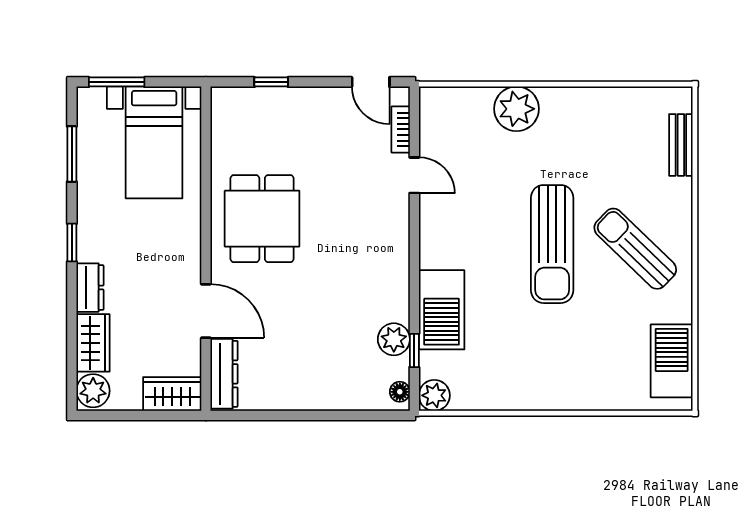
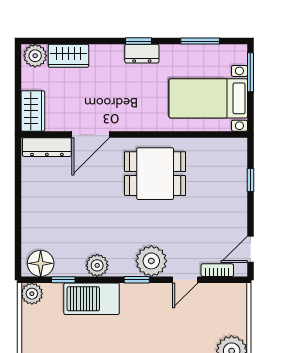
plant: (387, 224) -> (151, 261), added
window: (414, 245) -> (137, 280), added
dresser: (90, 288) -> (142, 54), moved
plant: (394, 339) -> (97, 265), moved
floor lamp: (400, 392) -> (41, 263), width x1.89, depth x1.89

